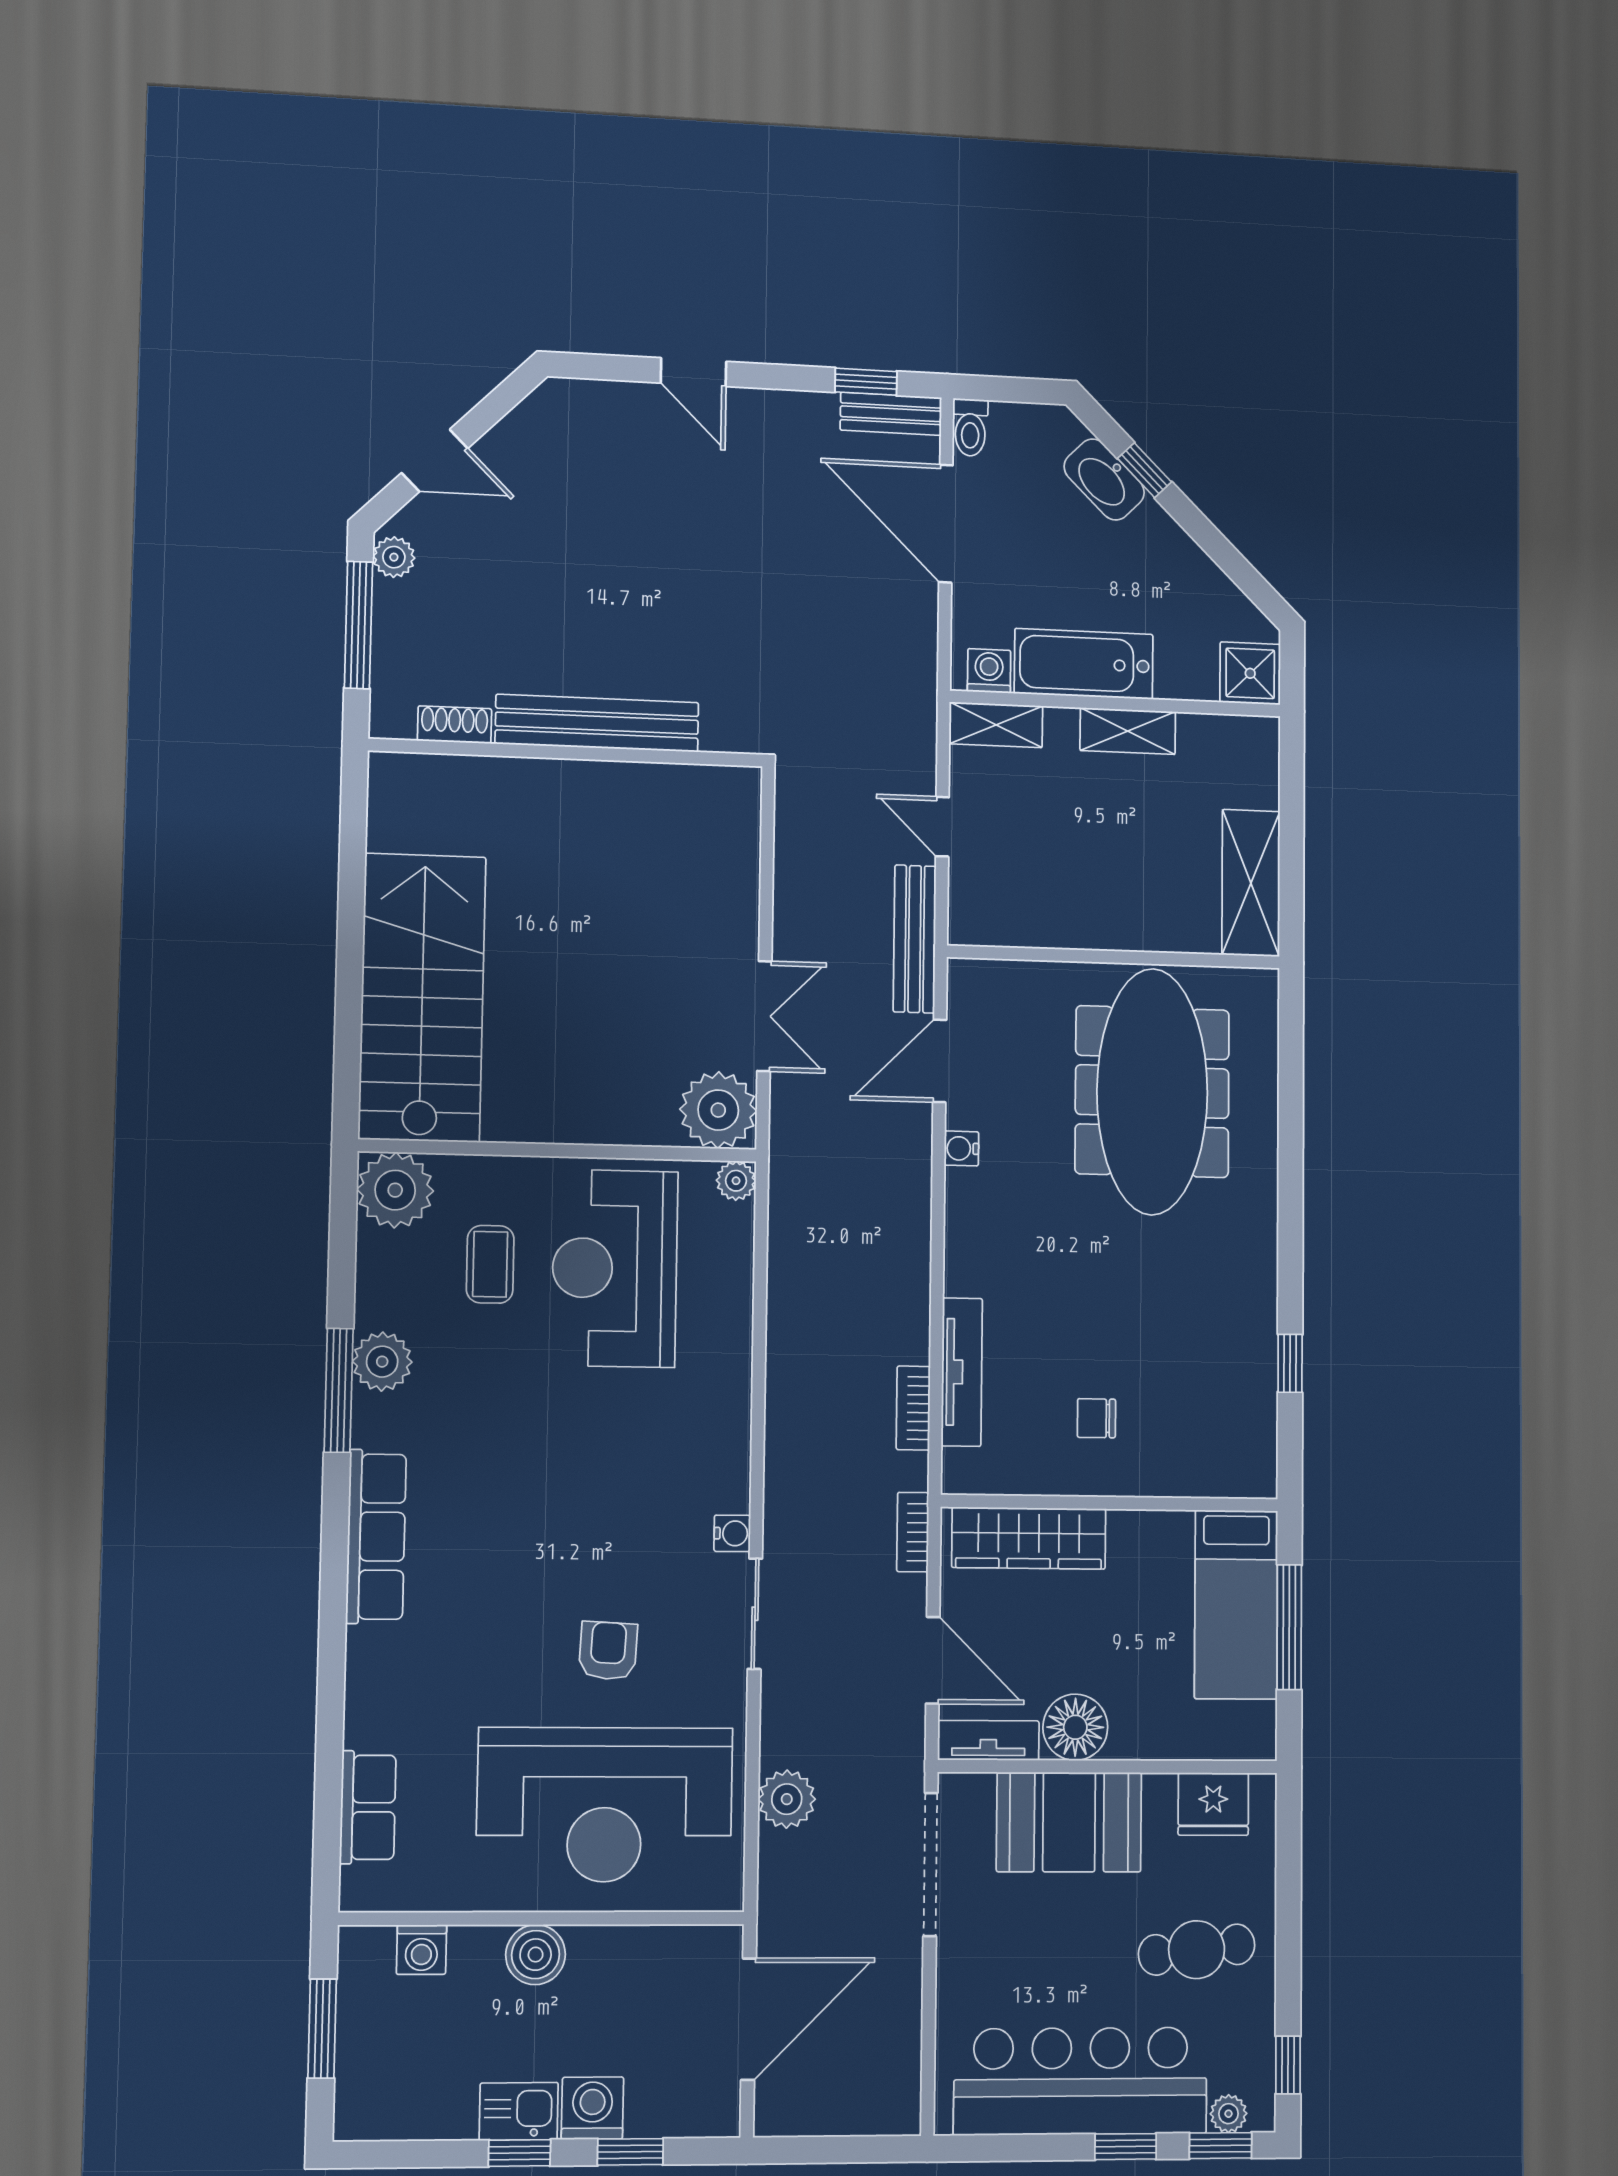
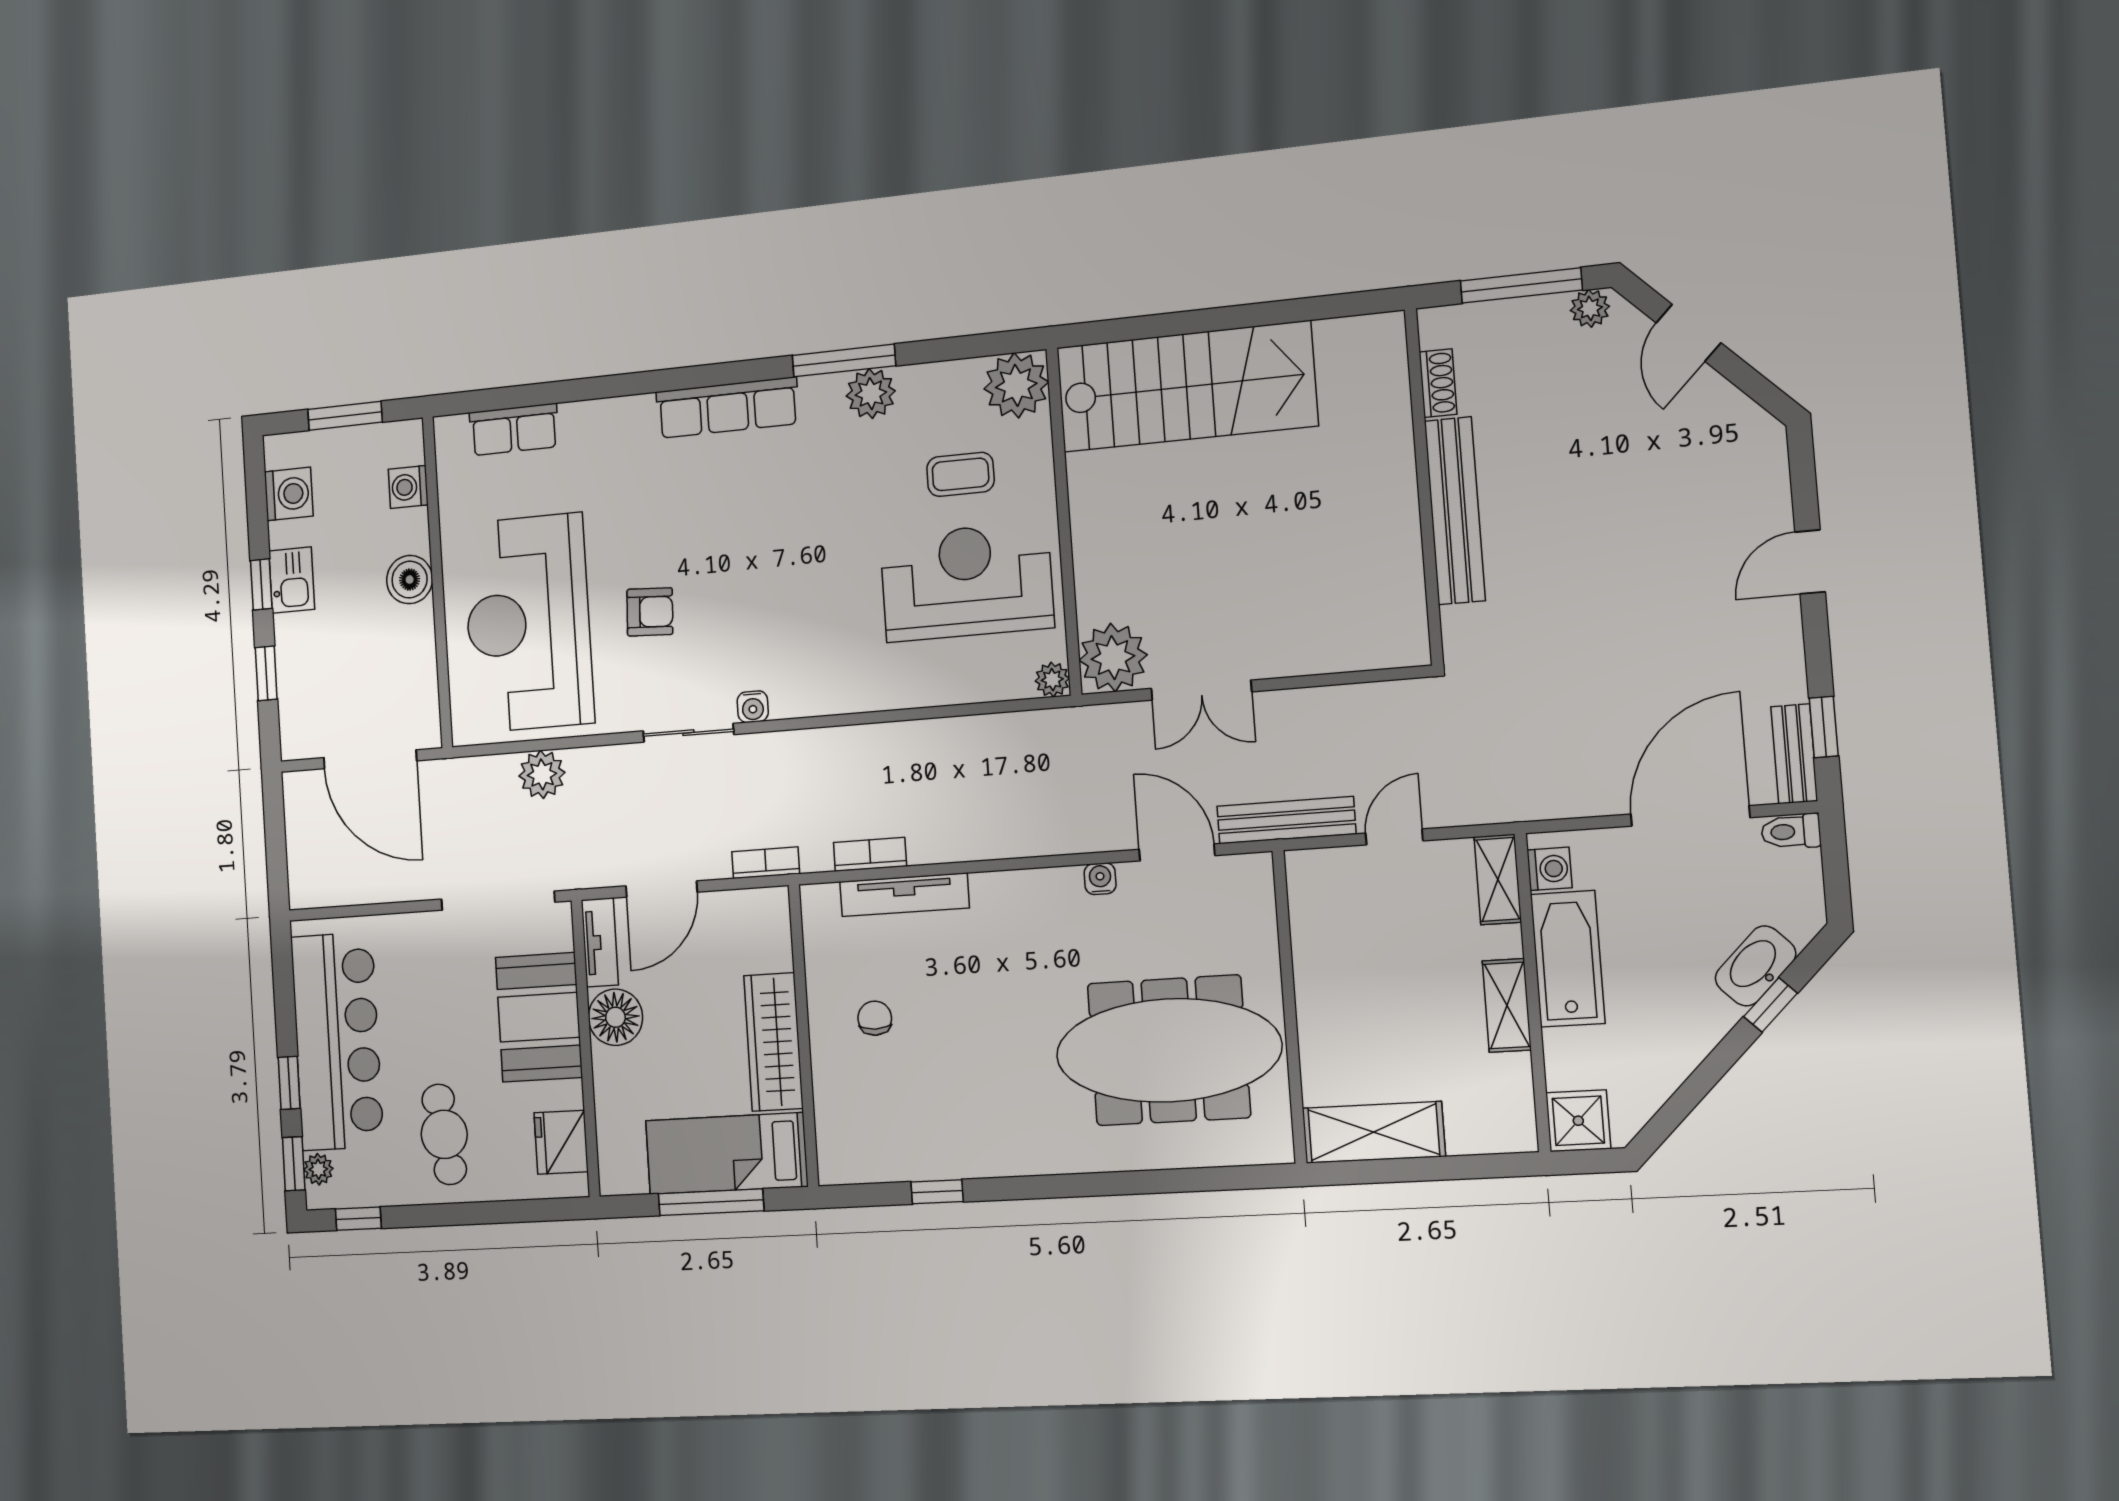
wardrobe: (1029, 1538) -> (773, 1042), moved
washing machine: (592, 2108) -> (289, 494), moved

